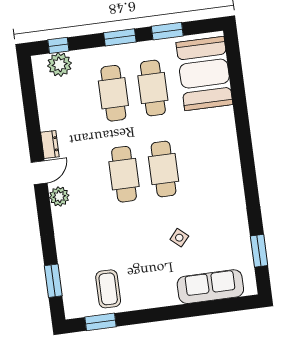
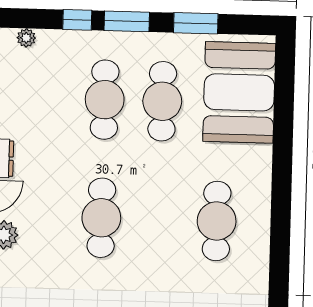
window: (58, 45) -> (77, 20), moved
plant: (60, 64) -> (26, 38), width x0.53, depth x0.53
cafe table: (164, 169) -> (217, 221), moved

